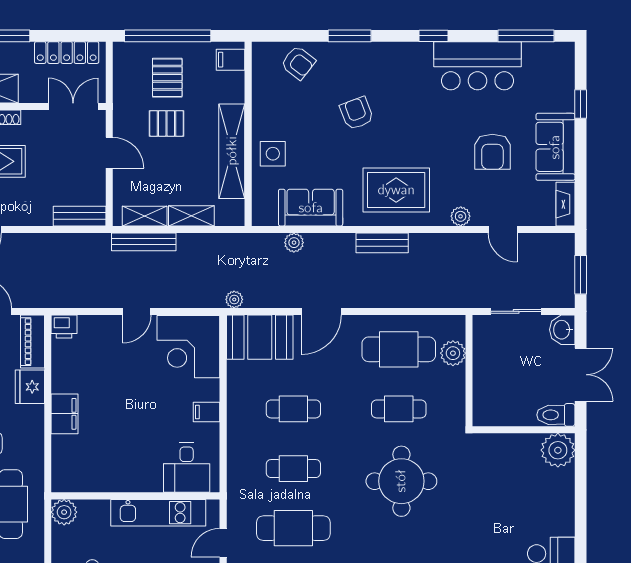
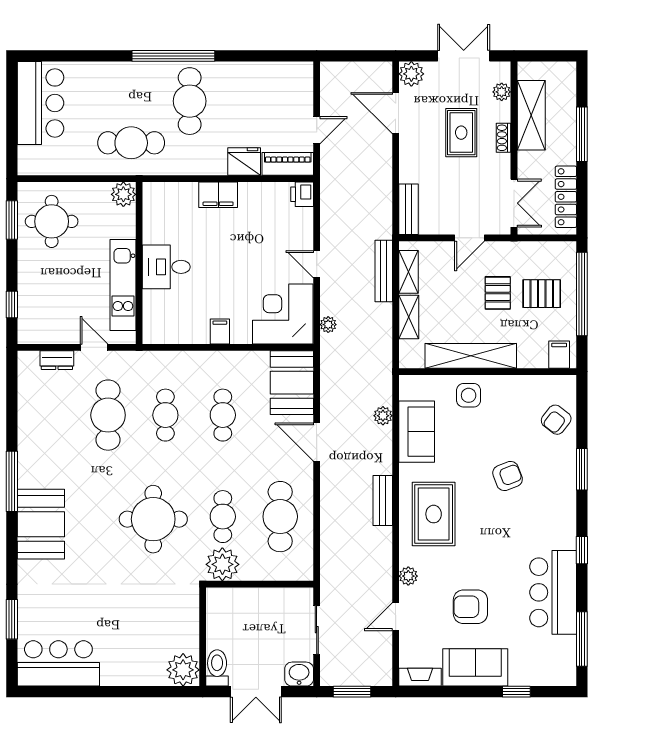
plant: (234, 299) -> (328, 325), moved
plant: (453, 353) -> (222, 564), moved, width x1.36, depth x1.36
desk: (187, 468) -> (166, 267), moved

